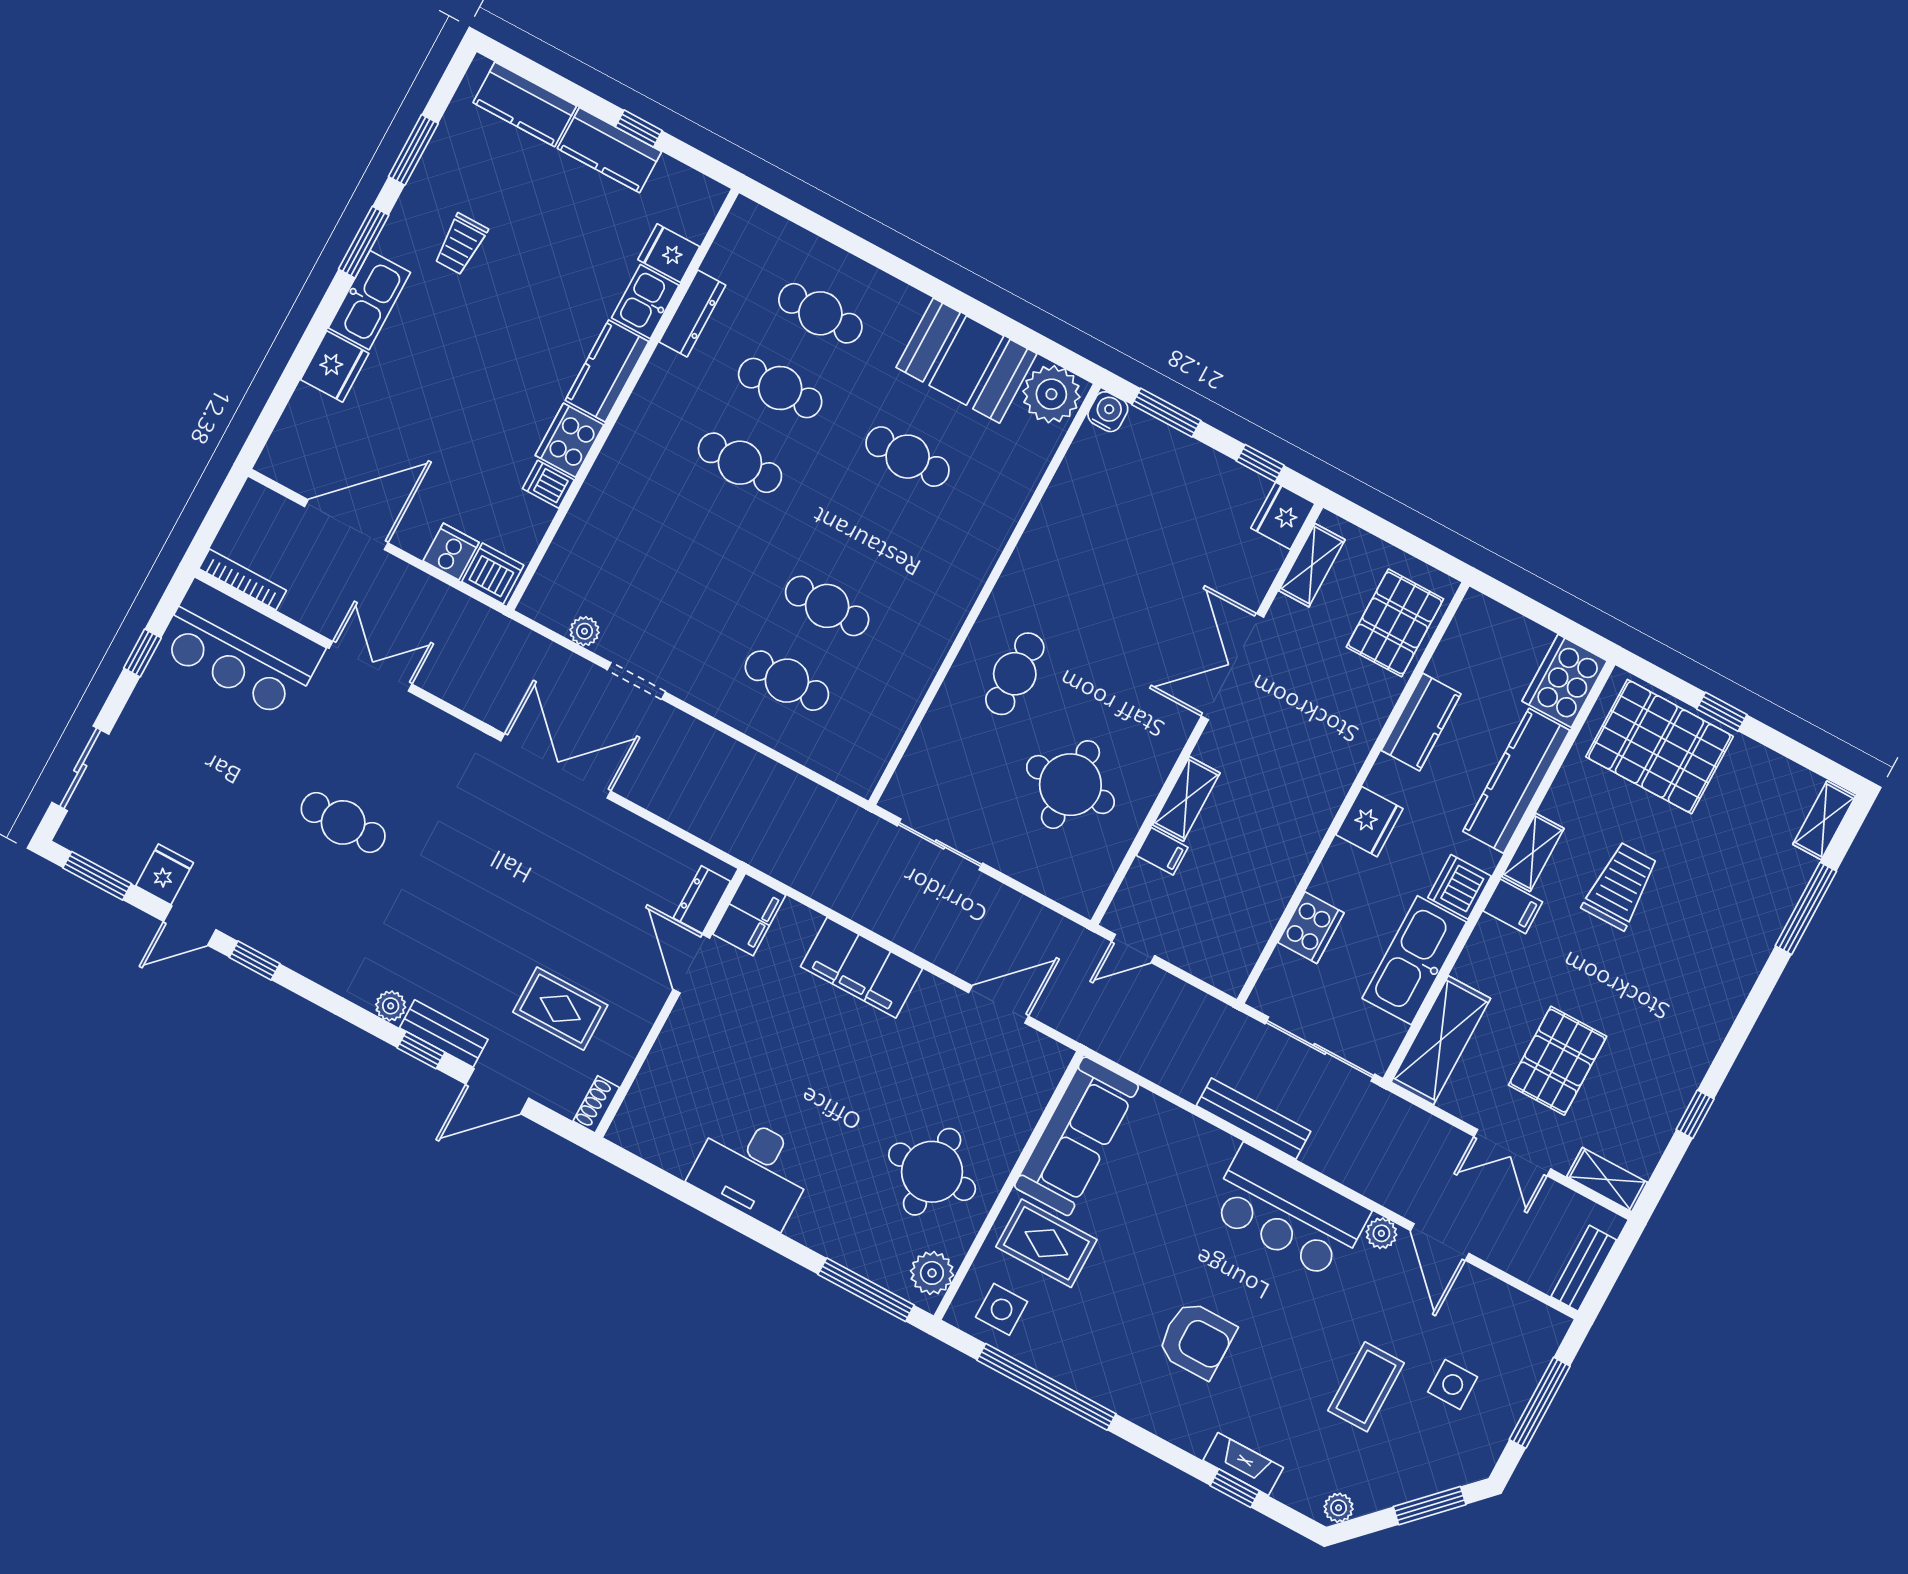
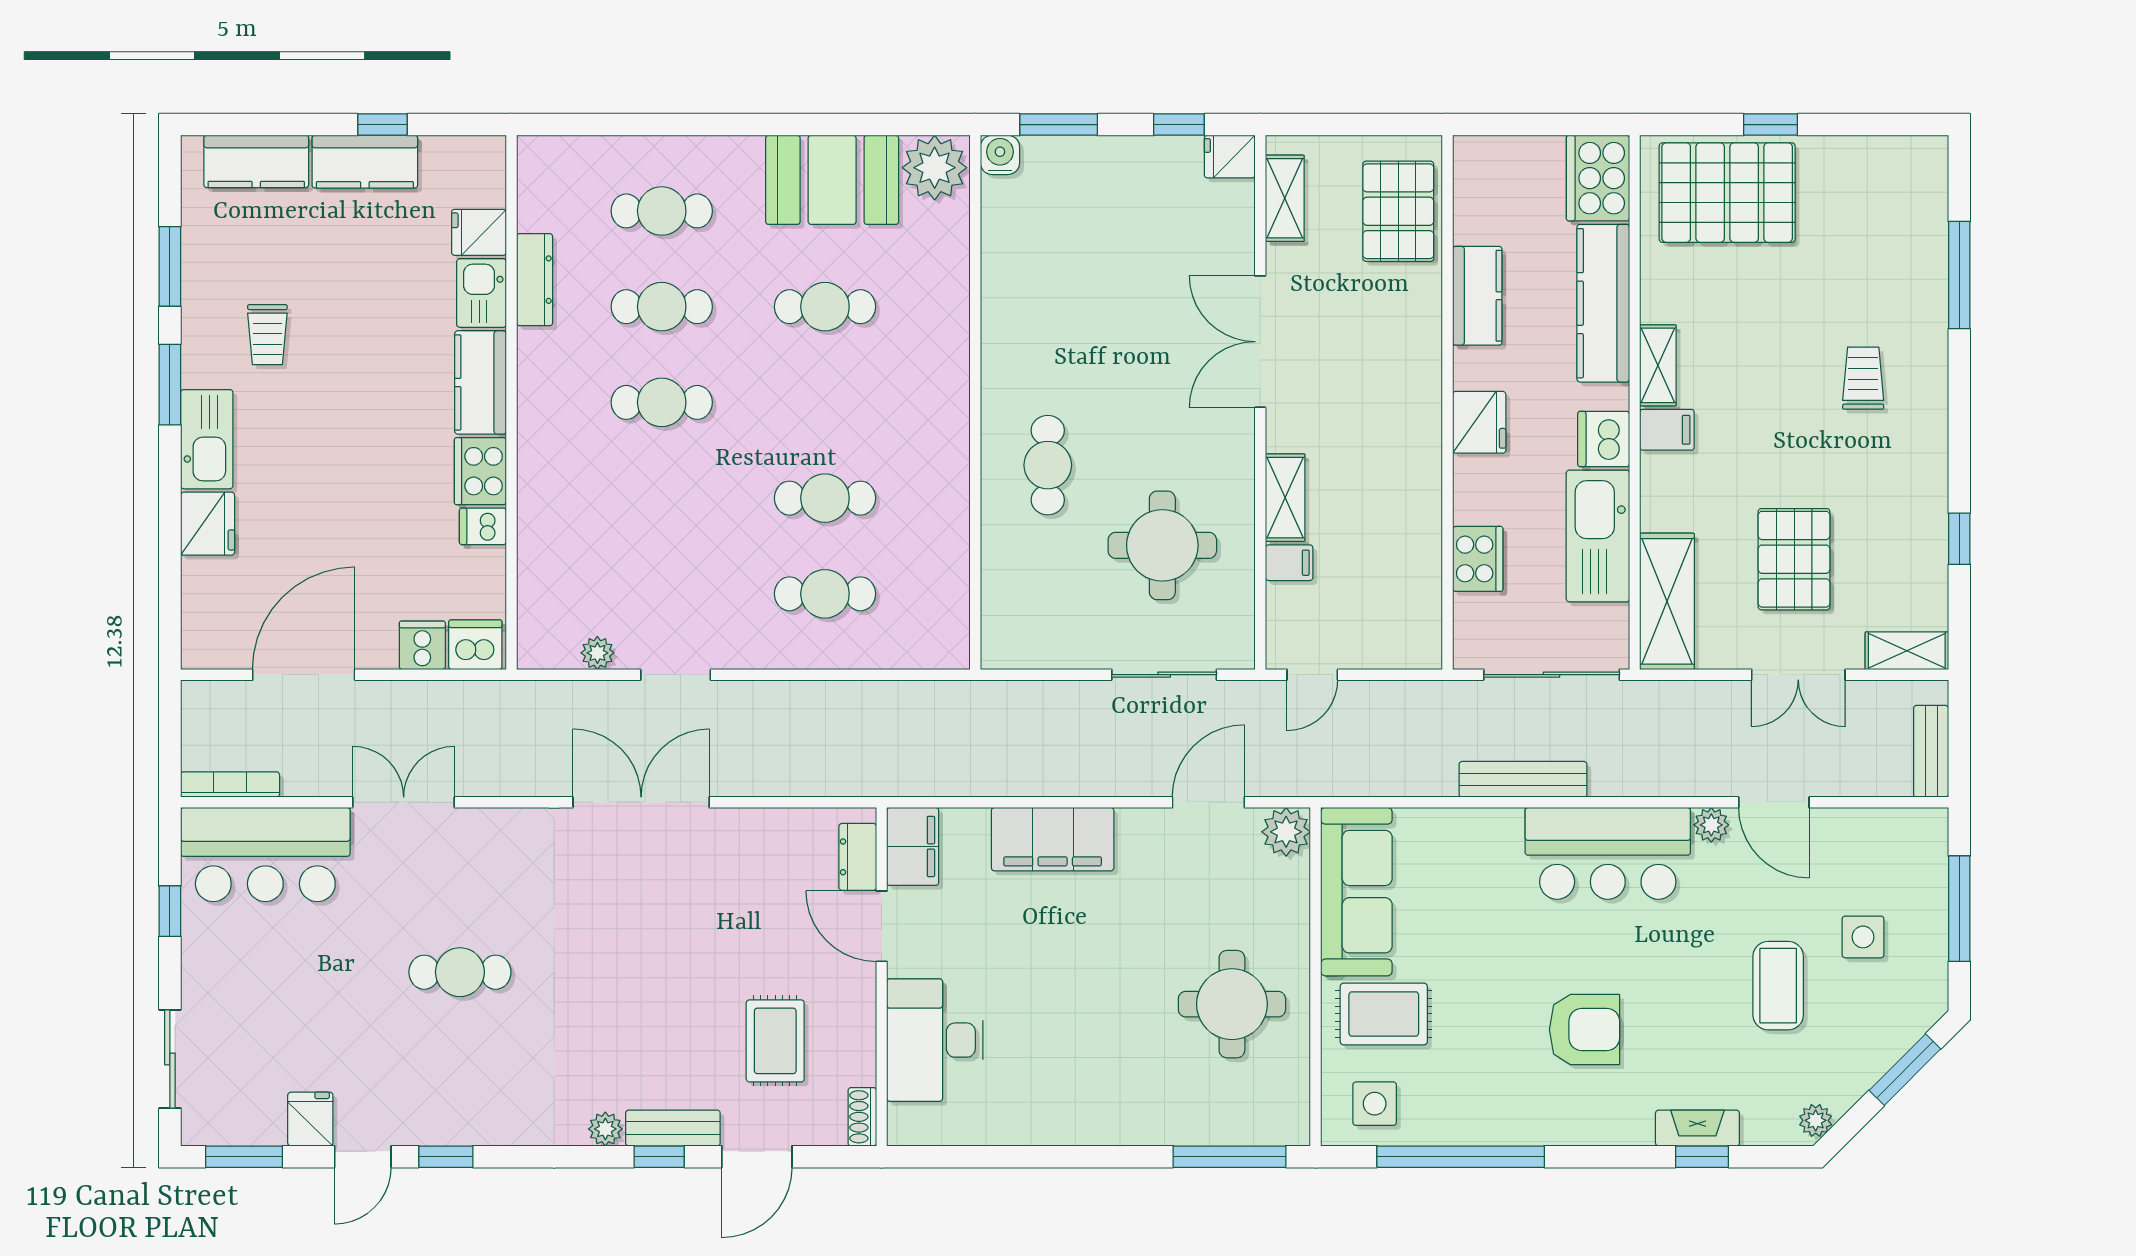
fridge: (1283, 516) -> (1230, 157), width x0.72
shelving: (1824, 820) -> (1930, 178), removed
sliding door: (940, 844) -> (1164, 675), moved
trolley: (1621, 886) -> (1863, 378), moved, width x0.73, depth x0.72
rug: (560, 1009) -> (775, 1041), turned 90
desk: (753, 1170) -> (935, 1040), moved, turned 90
plant: (932, 1273) -> (1286, 832), moved

